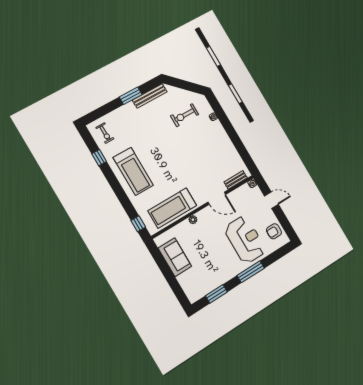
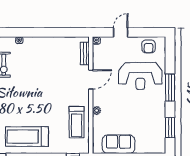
treadmill: (133, 171) -> (27, 137), turned 180
treadmill: (172, 208) -> (77, 122), width x0.73, depth x0.73
reception desk: (245, 240) -> (140, 76), turned 180

